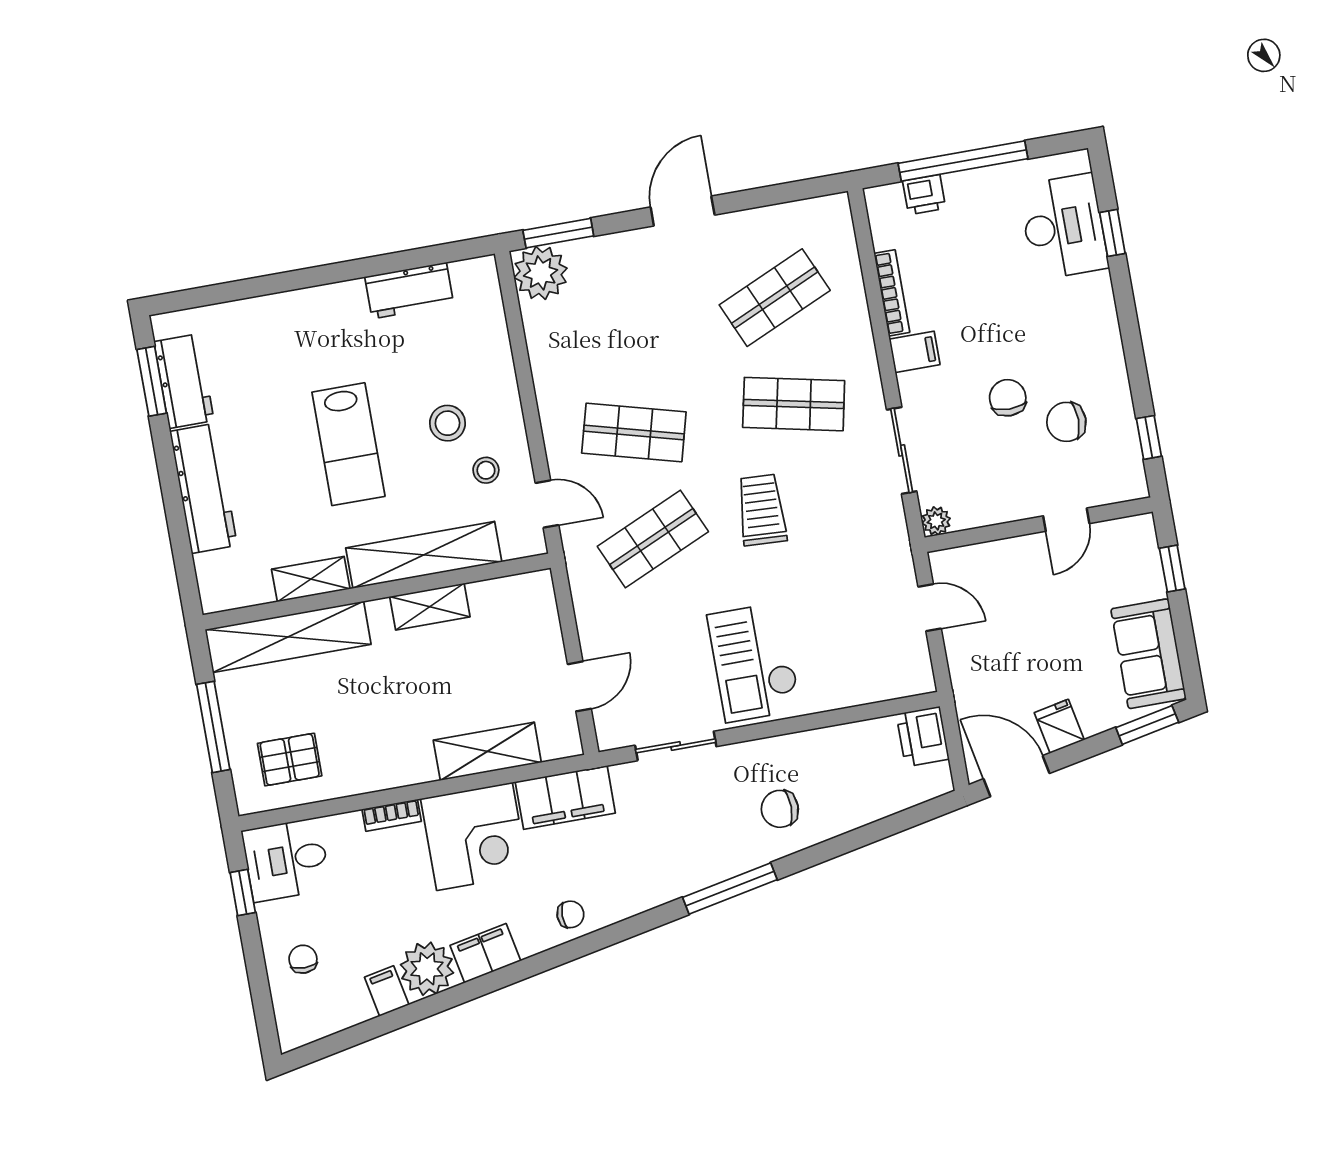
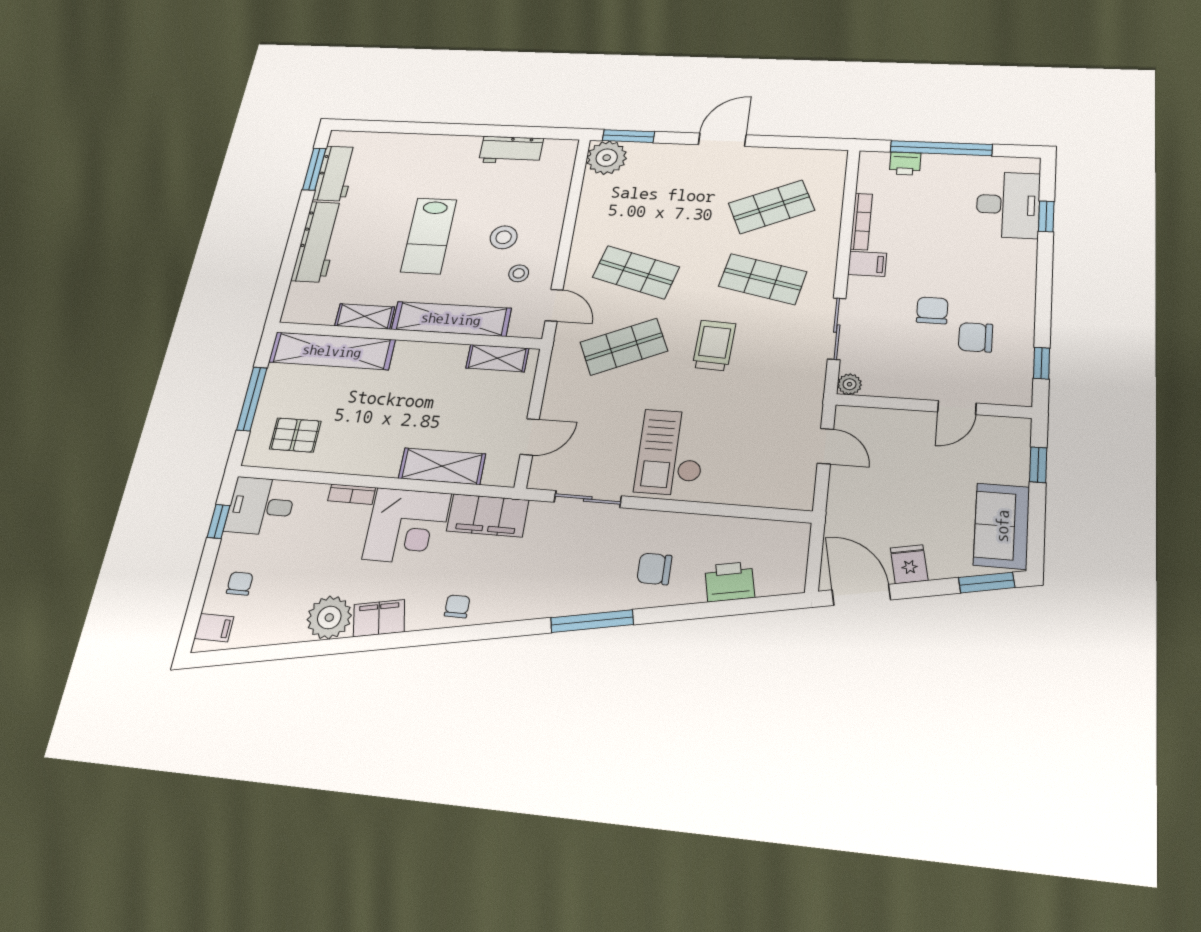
shelving: (430, 607) -> (497, 358), moved
printer: (923, 737) -> (730, 582), moved, turned 79
chair: (570, 914) -> (457, 606), turned -90
filing cabinet: (387, 991) -> (214, 628), moved, turned 101

